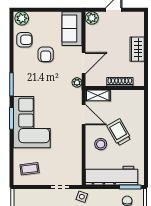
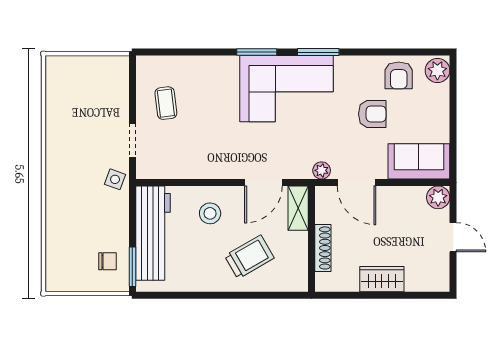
armchair: (46, 54) -> (372, 114), turned 180
corner sofa: (32, 122) -> (286, 89), moved
trolley: (119, 132) -> (249, 257), moved
coffee table: (30, 169) -> (166, 103), moved

